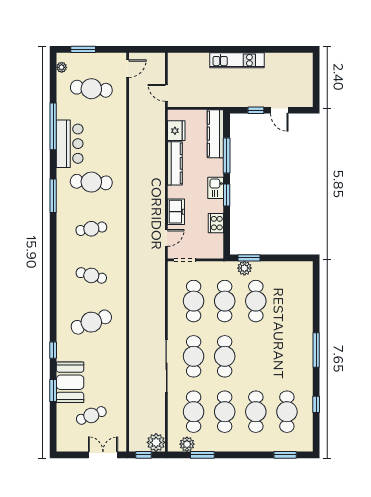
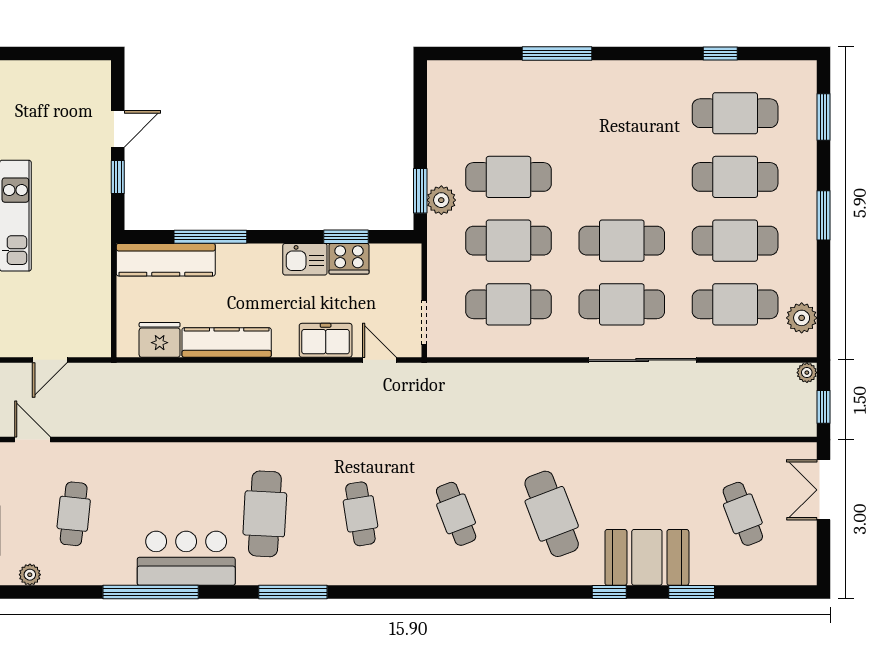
cafe table: (91, 89) -> (74, 514), width x0.73, depth x0.74
door: (166, 93) -> (50, 360), moved
kitchen sink: (216, 188) -> (305, 259), moved
window: (227, 195) -> (346, 237), moved
cafe table: (91, 275) -> (456, 514), turned -36
window: (316, 350) -> (557, 54), moved
booth: (70, 382) -> (647, 557), moved
plant: (156, 442) -> (807, 373), width x0.53, depth x0.53
window: (202, 455) -> (823, 215), moved

